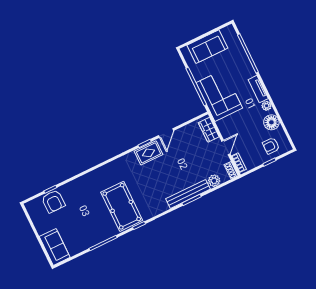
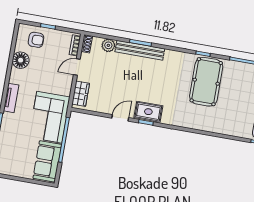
sofa: (207, 47) -> (47, 161), moved, turned -90
plant: (267, 106) -> (14, 78), removed

